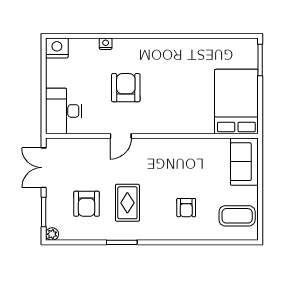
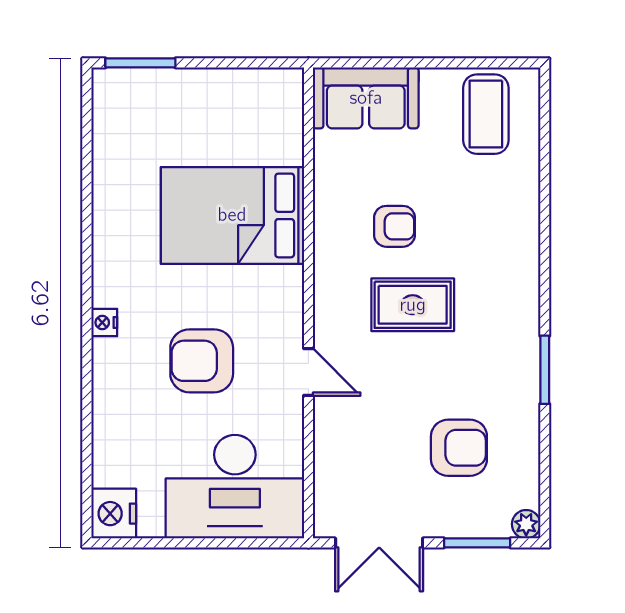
nightstand: (106, 44) -> (104, 323), moved
bed: (236, 102) -> (232, 215), moved
desk: (64, 111) -> (235, 487), width x1.36, depth x1.30
rug: (127, 203) -> (413, 305), moved
armchair: (186, 208) -> (395, 226), moved

